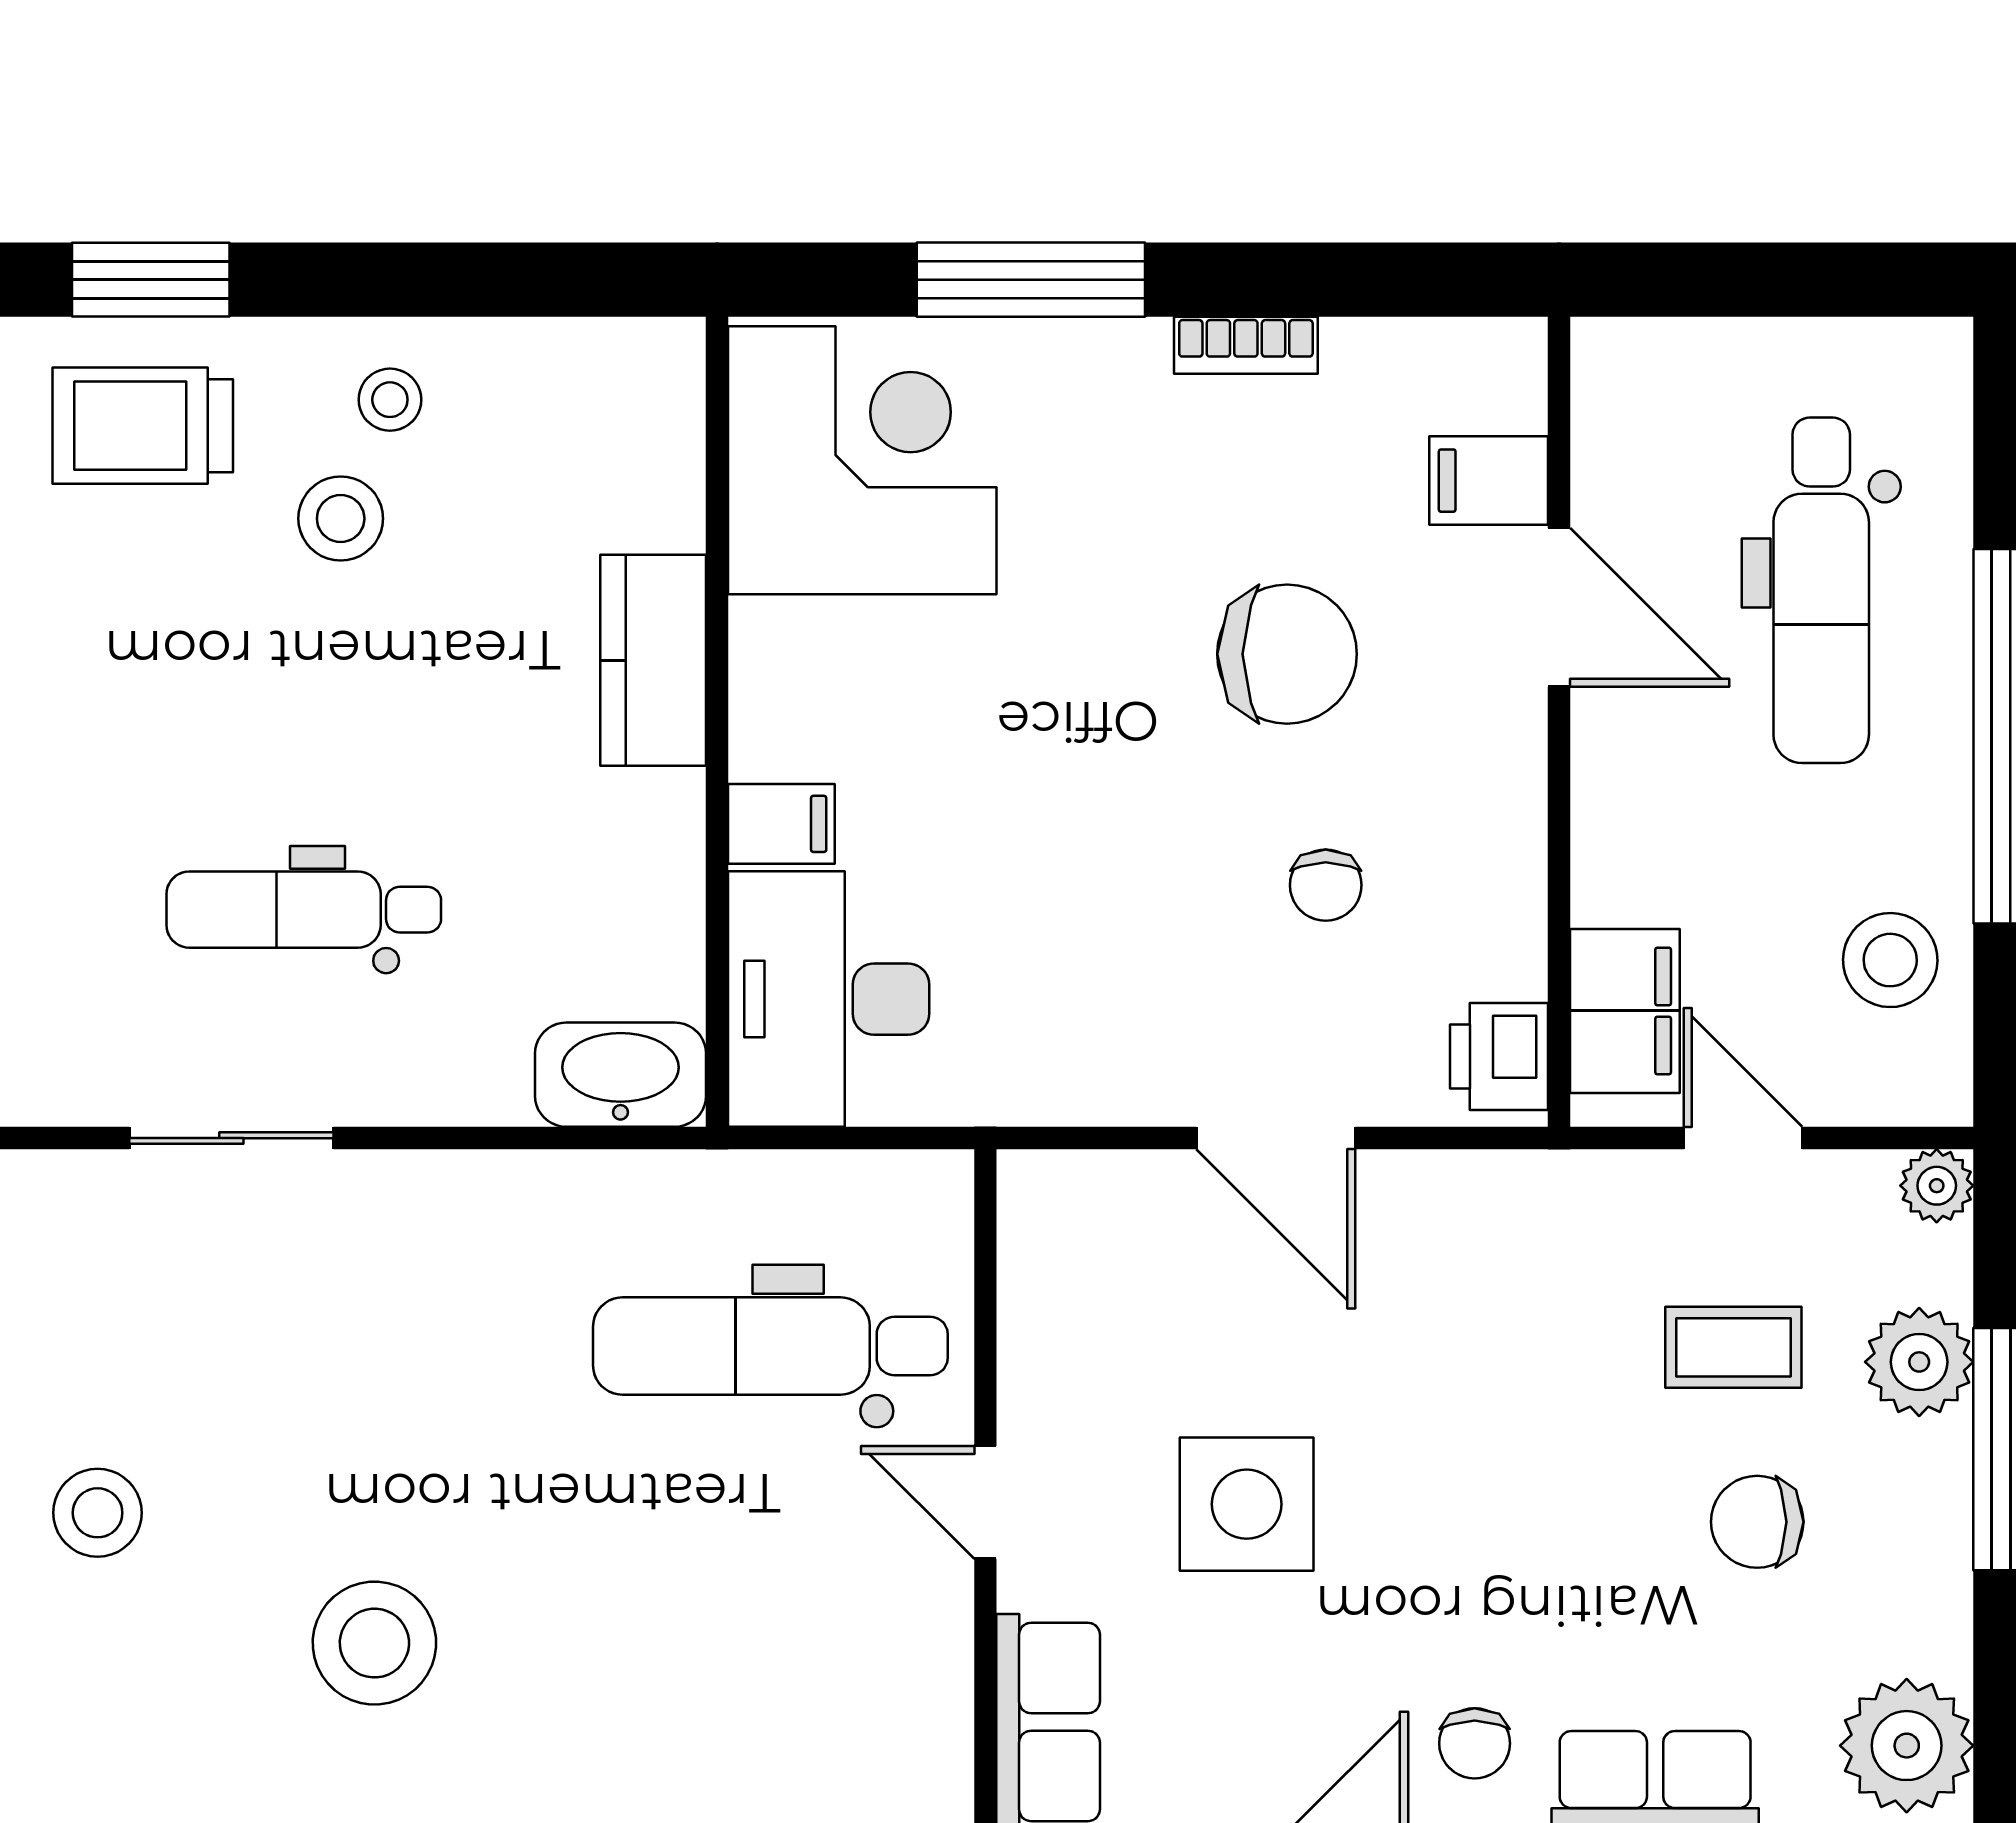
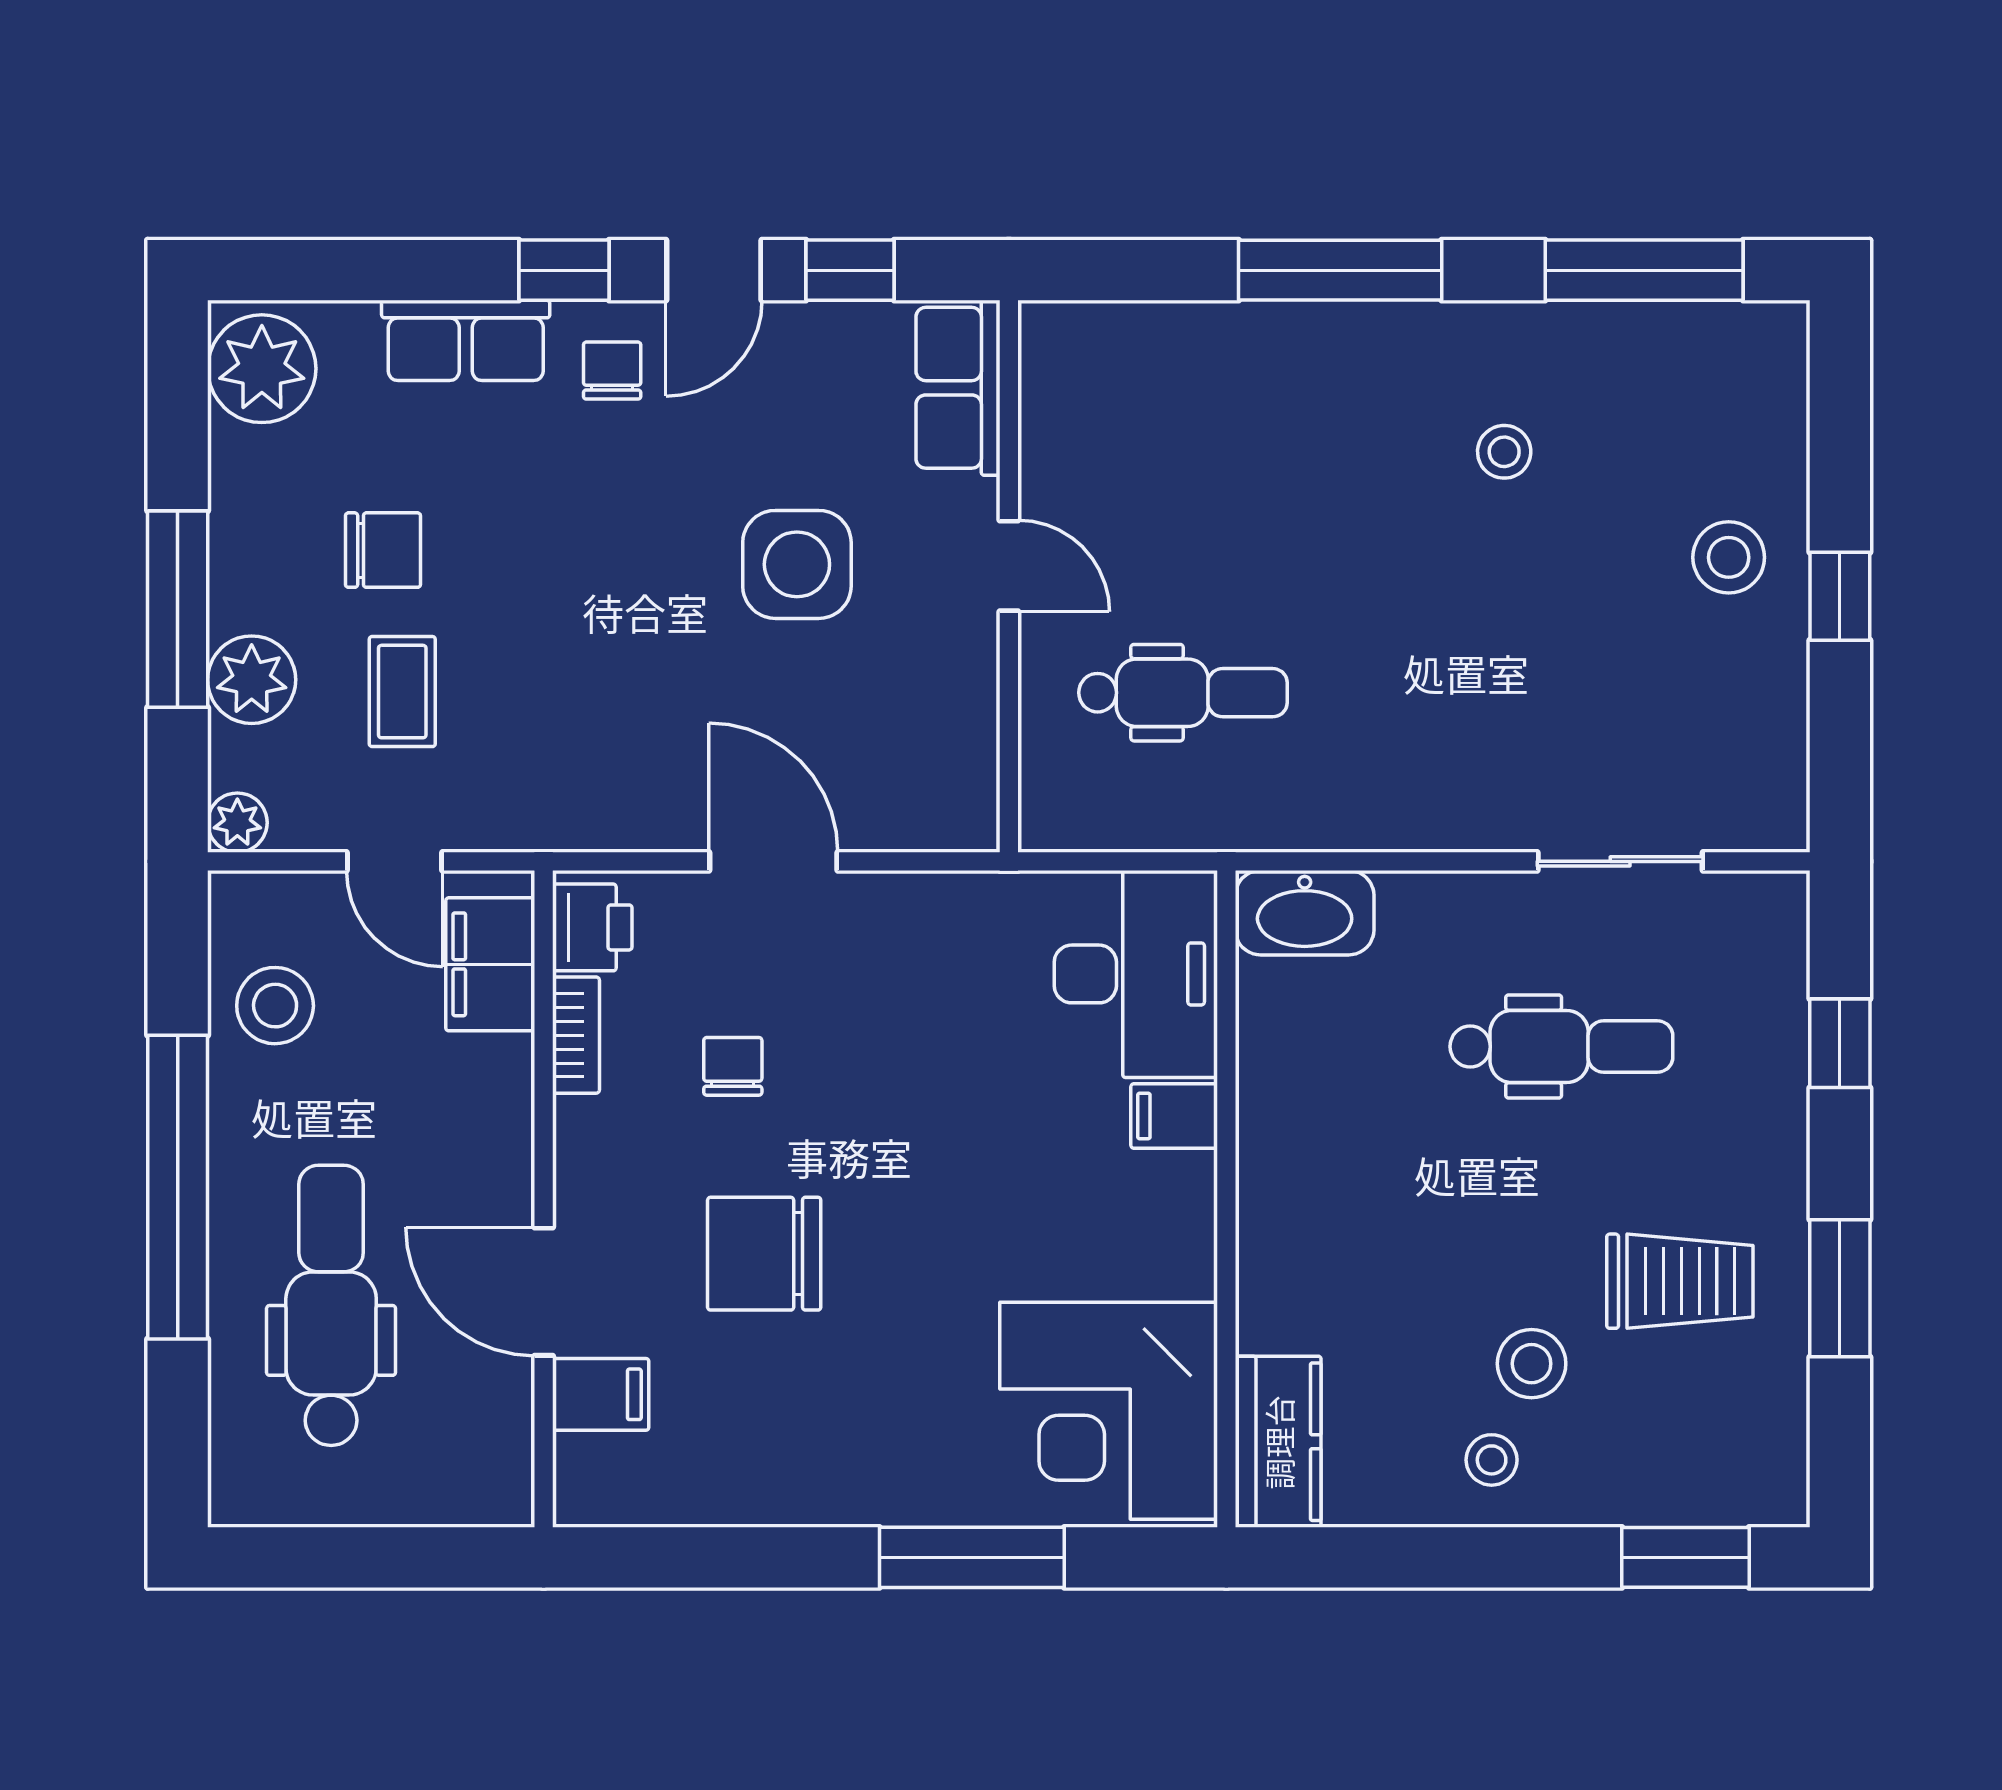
bookcase: (1246, 345) -> (576, 1035), moved, turned 90
trolley: (143, 426) -> (1680, 1281), moved
kitchen counter: (653, 660) -> (1278, 1442), moved
dental chair: (770, 1346) -> (1183, 693), width x0.73, depth x0.72
coffee table: (1733, 1347) -> (402, 692), turned 90
stool: (374, 1643) -> (1504, 452), width x0.53, depth x0.53

